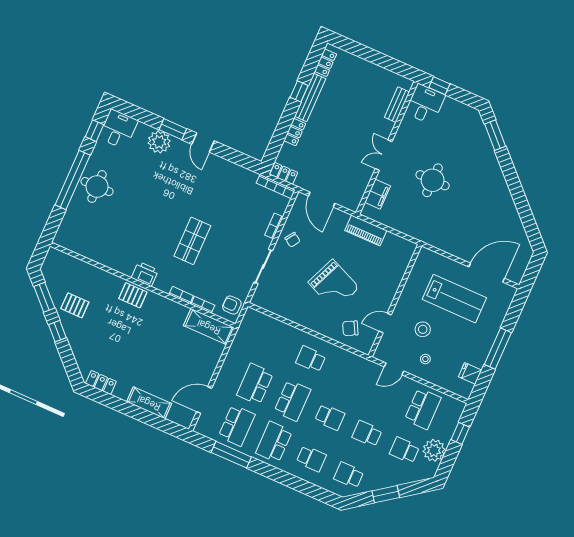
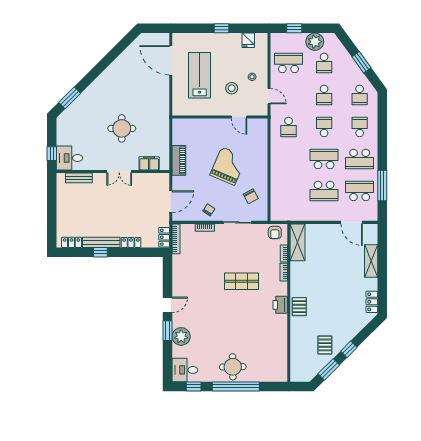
chair: (350, 328) -> (251, 196), moved
window: (498, 348) -> (222, 28), width x0.46
school desk: (311, 359) -> (289, 127), moved

